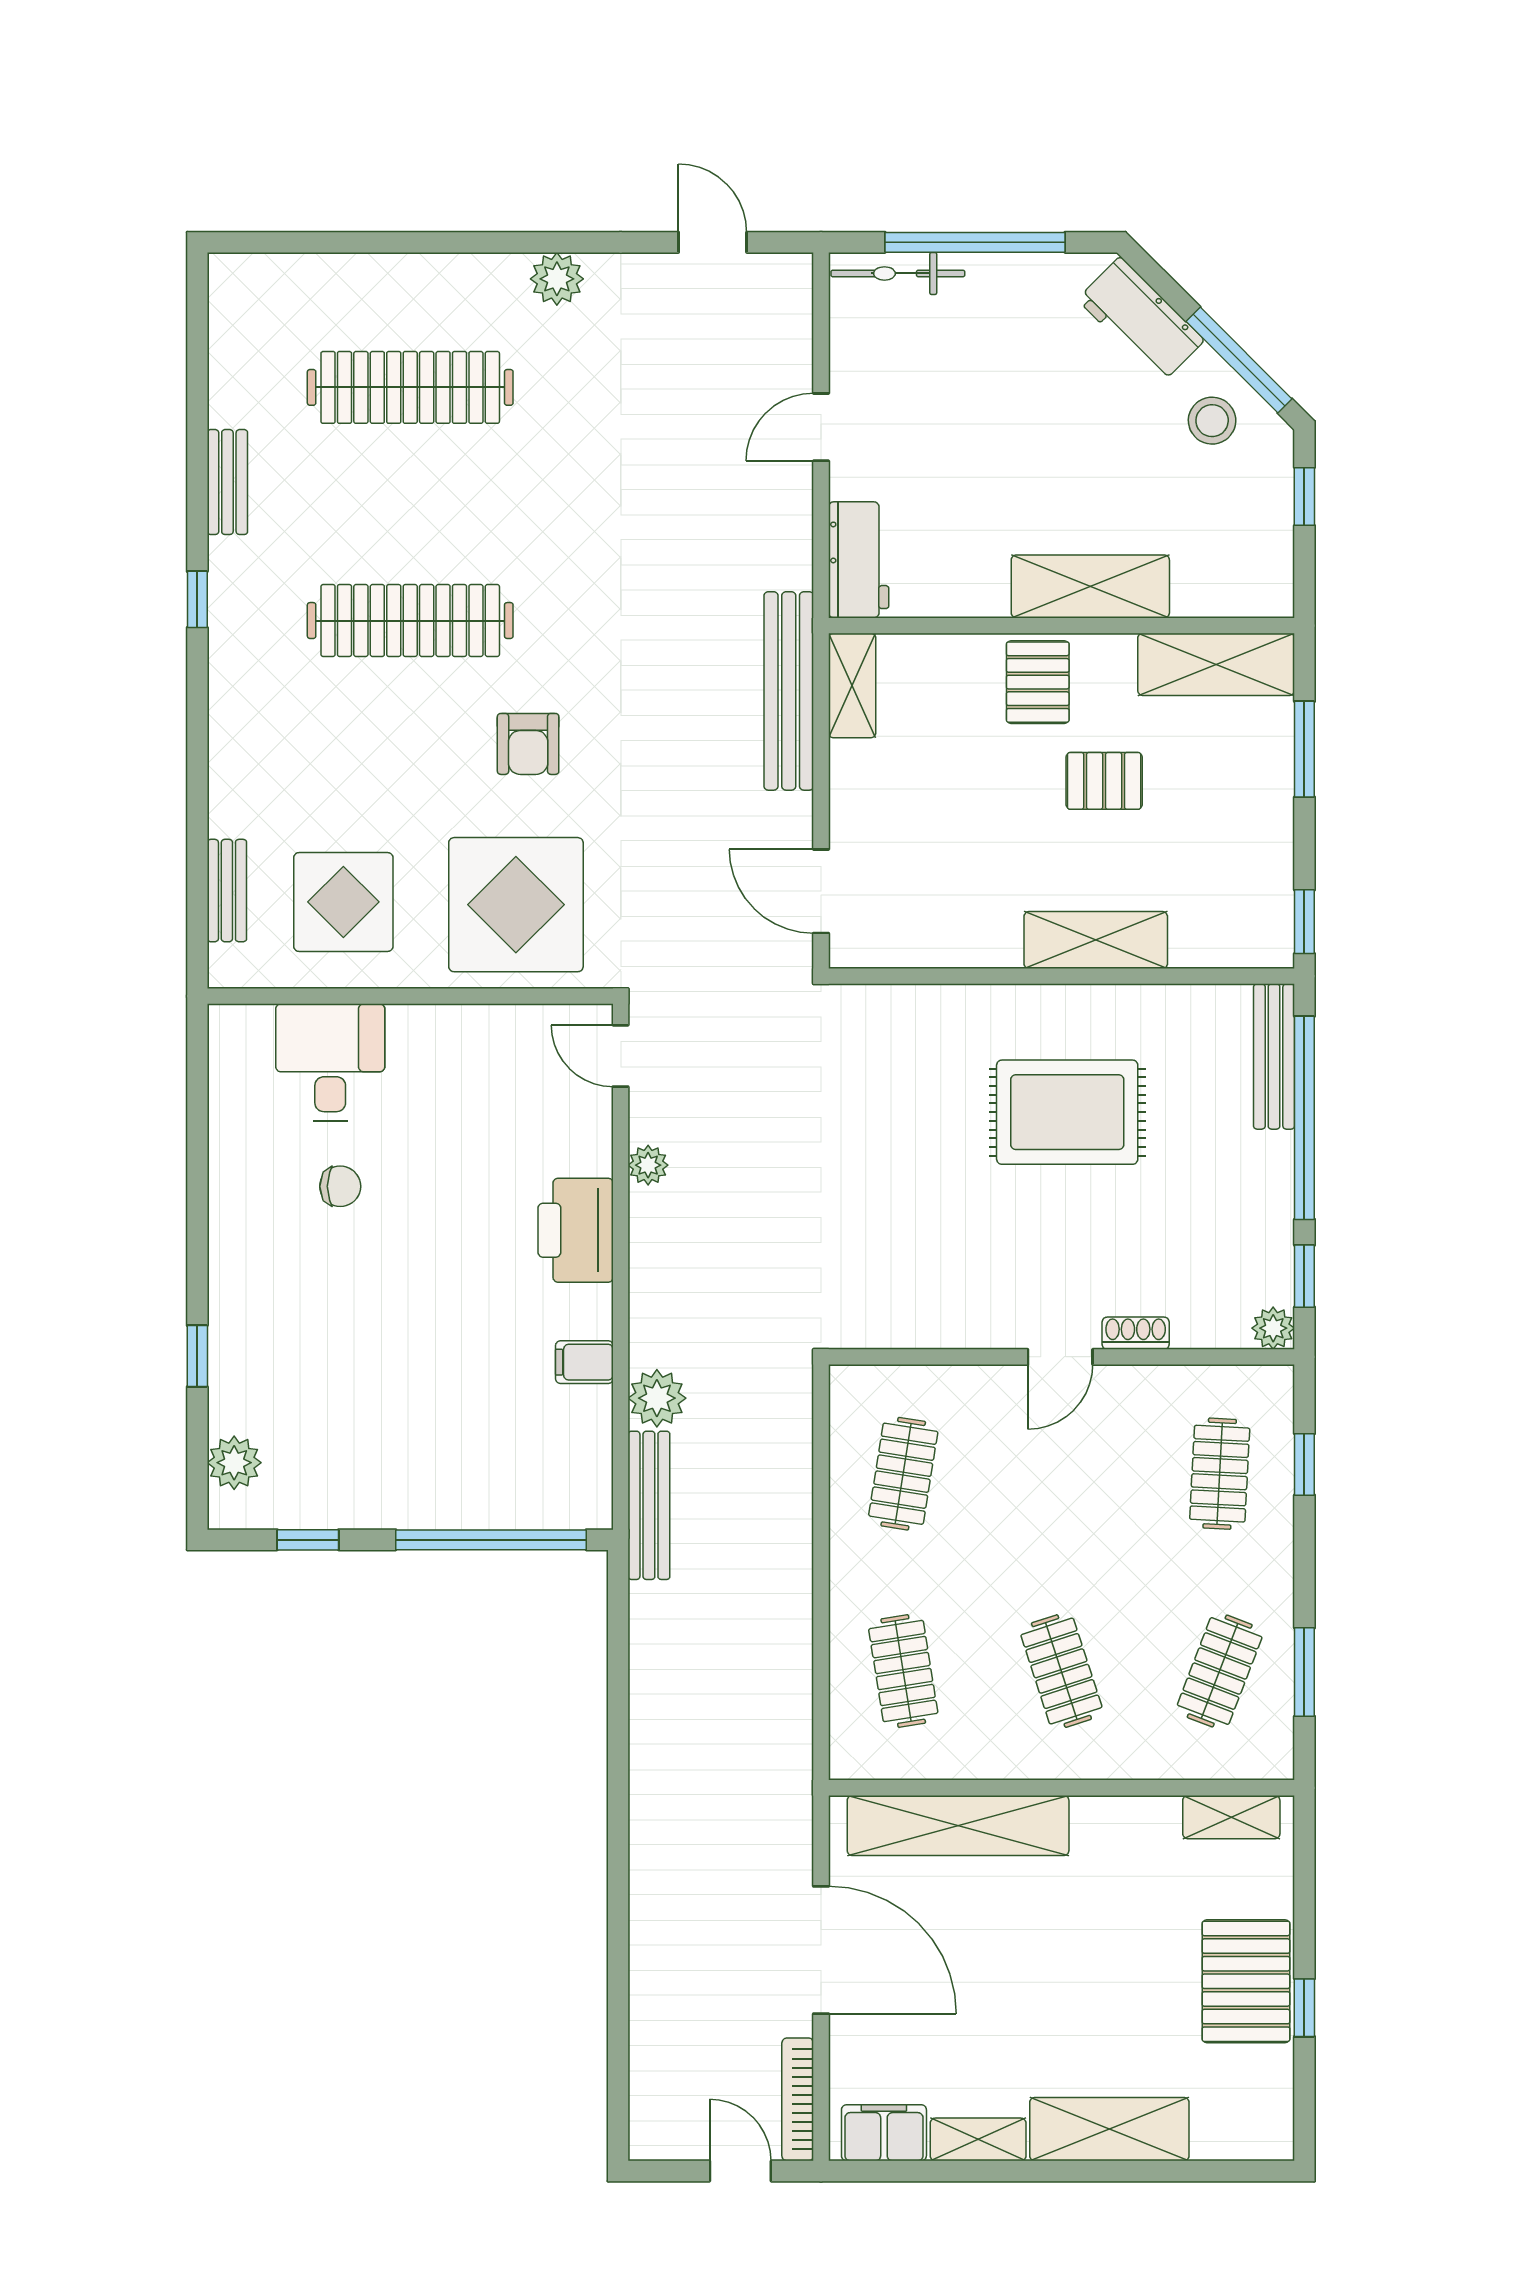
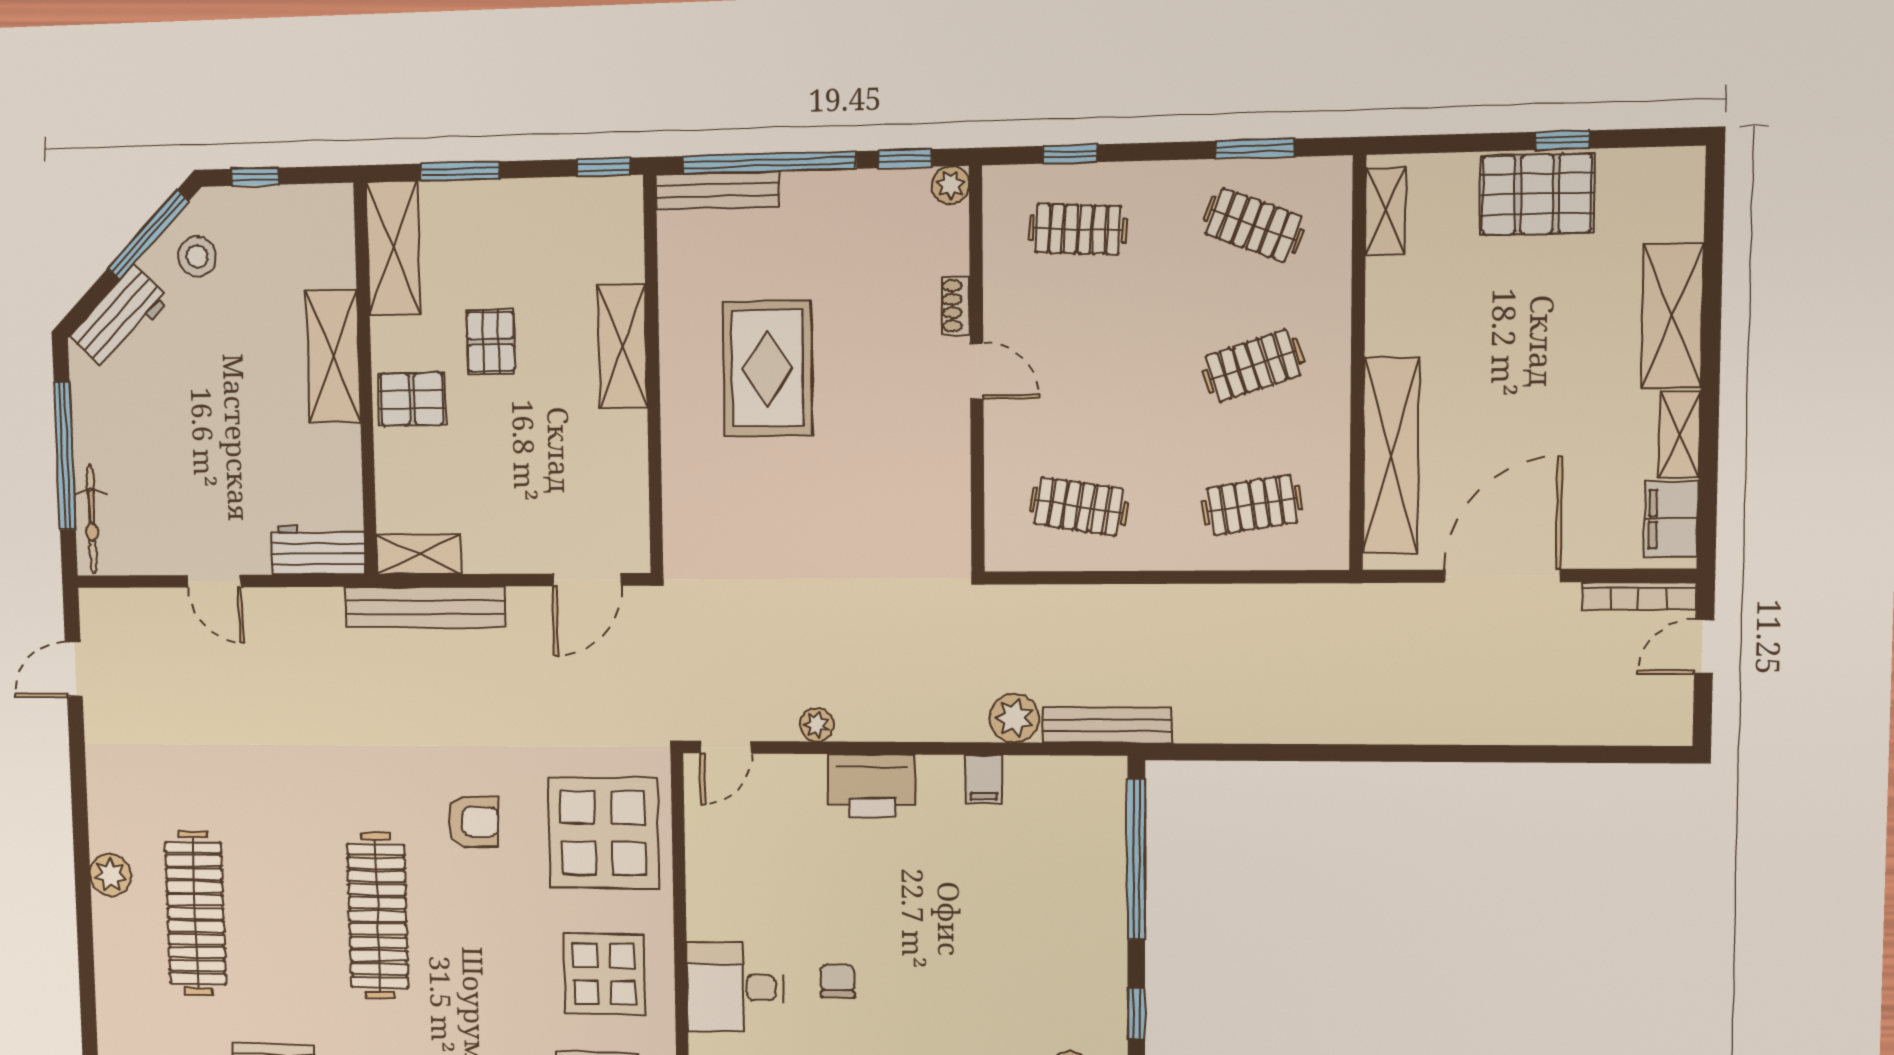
plant: (557, 279) -> (110, 875), moved

